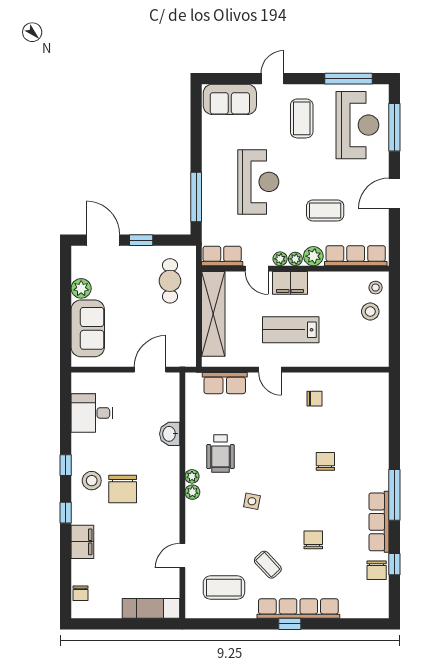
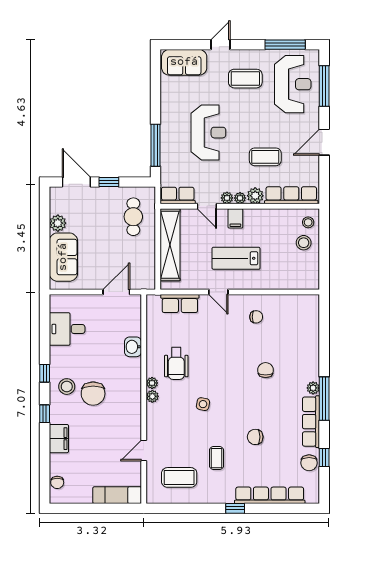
coffee table: (302, 118) -> (245, 79), turned 90
filing cabinet: (290, 283) -> (235, 218), width x0.50
plant: (381, 482) -> (313, 388), added
chair: (313, 540) -> (255, 437), turned -90
coffee table: (268, 565) -> (217, 458), turned 43
row of seats: (298, 609) -> (270, 495), moved

